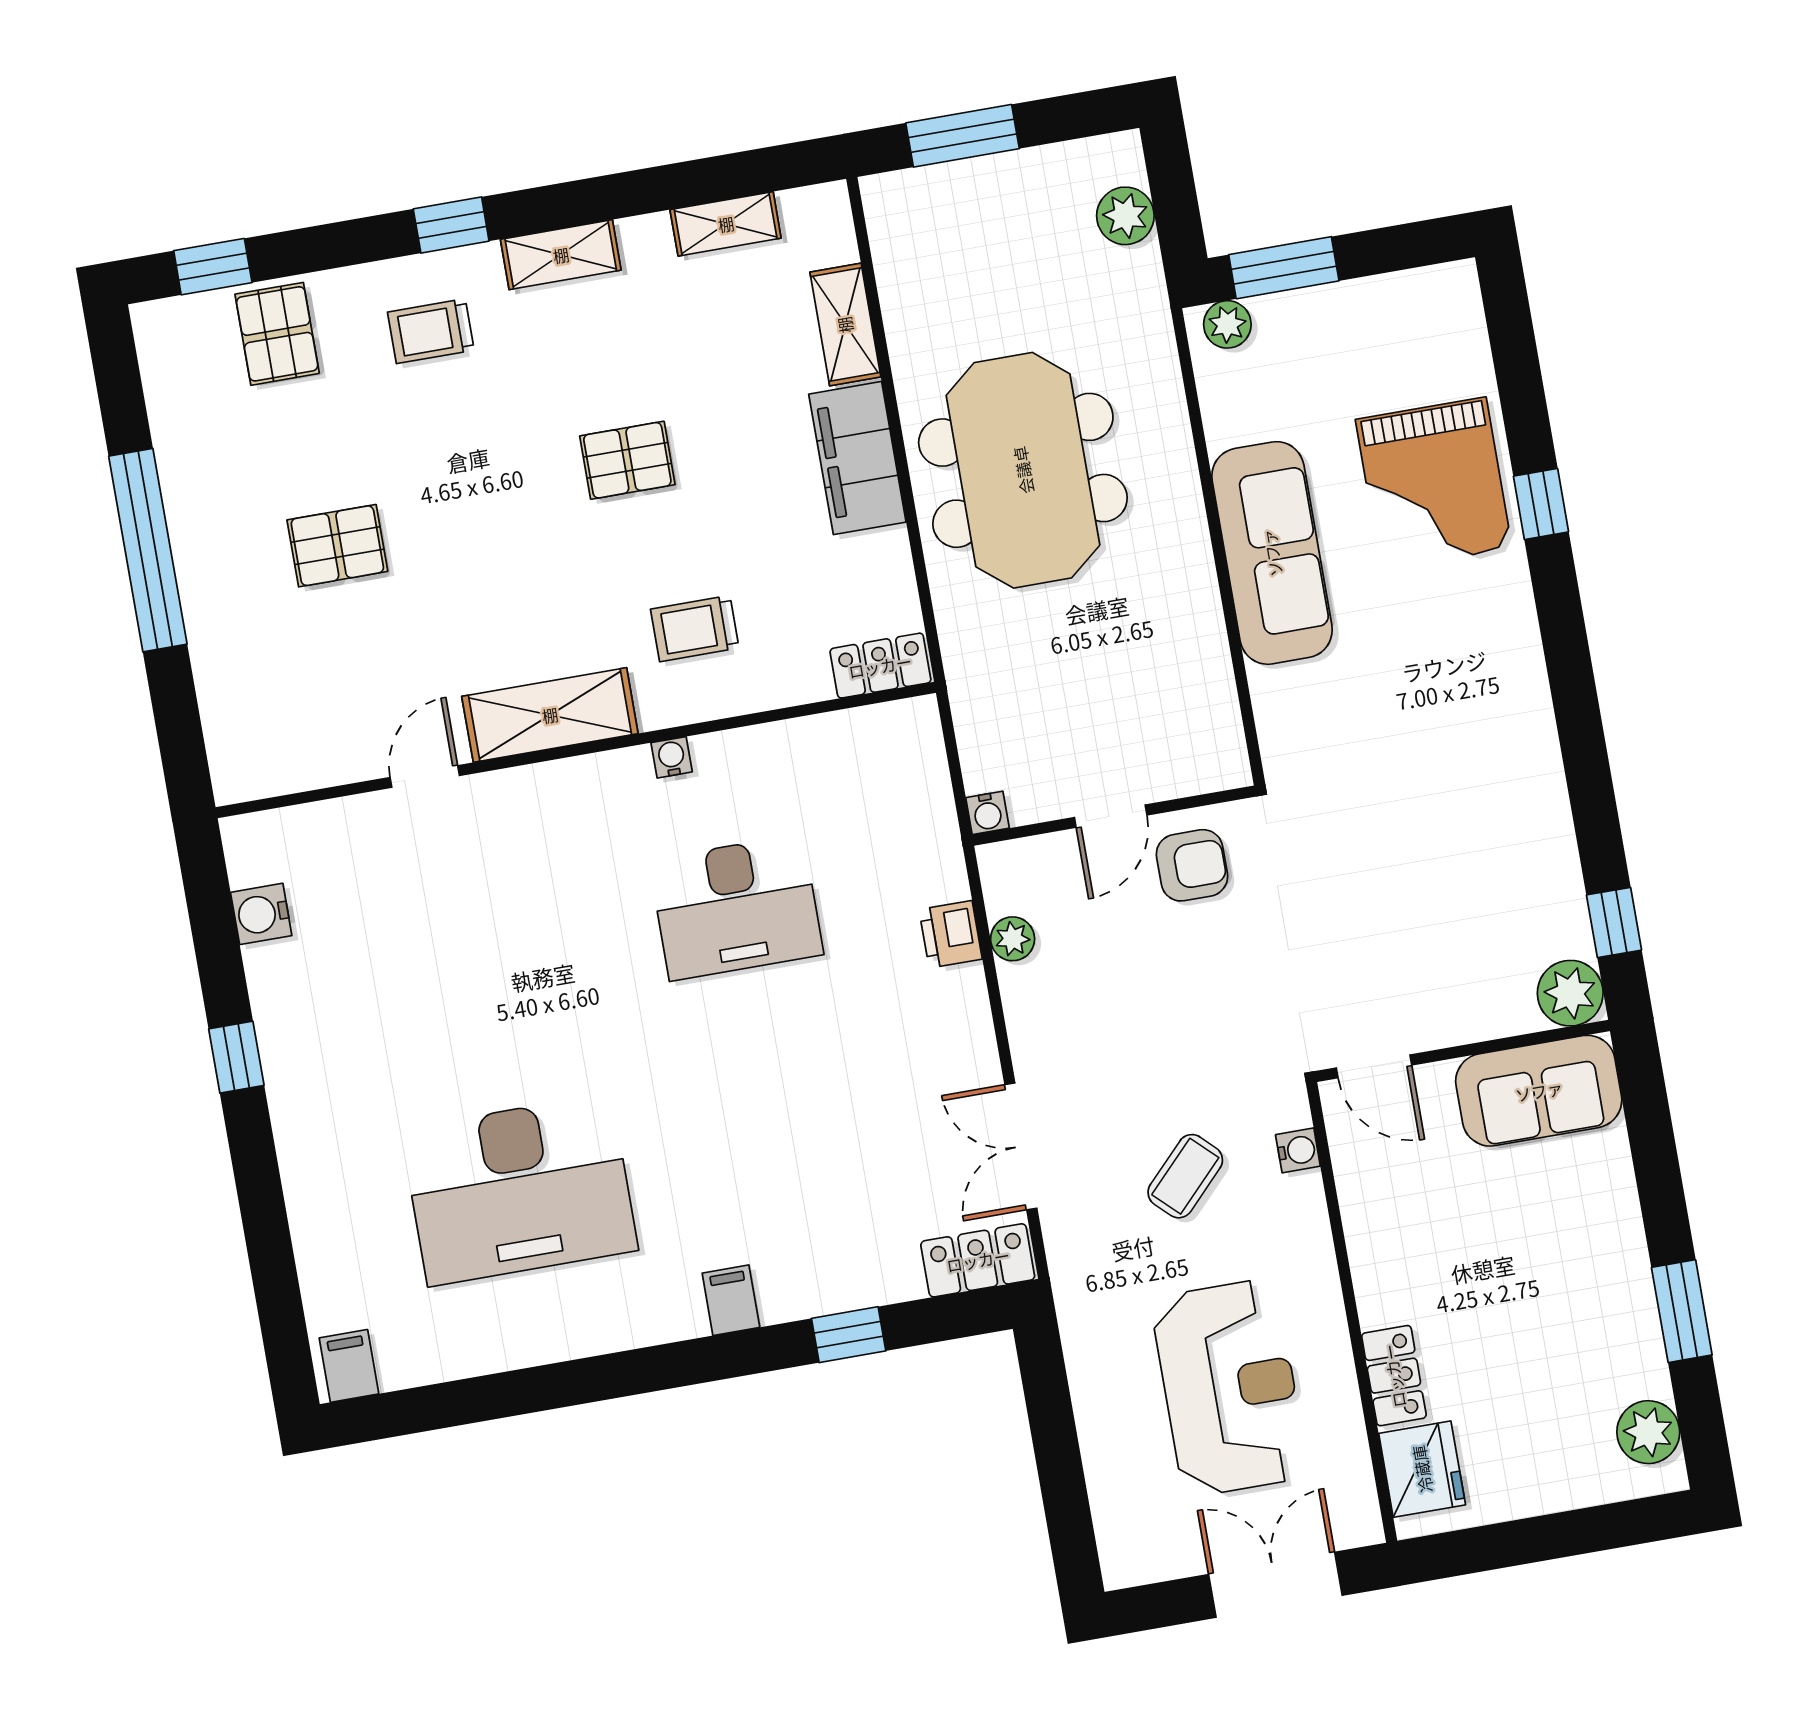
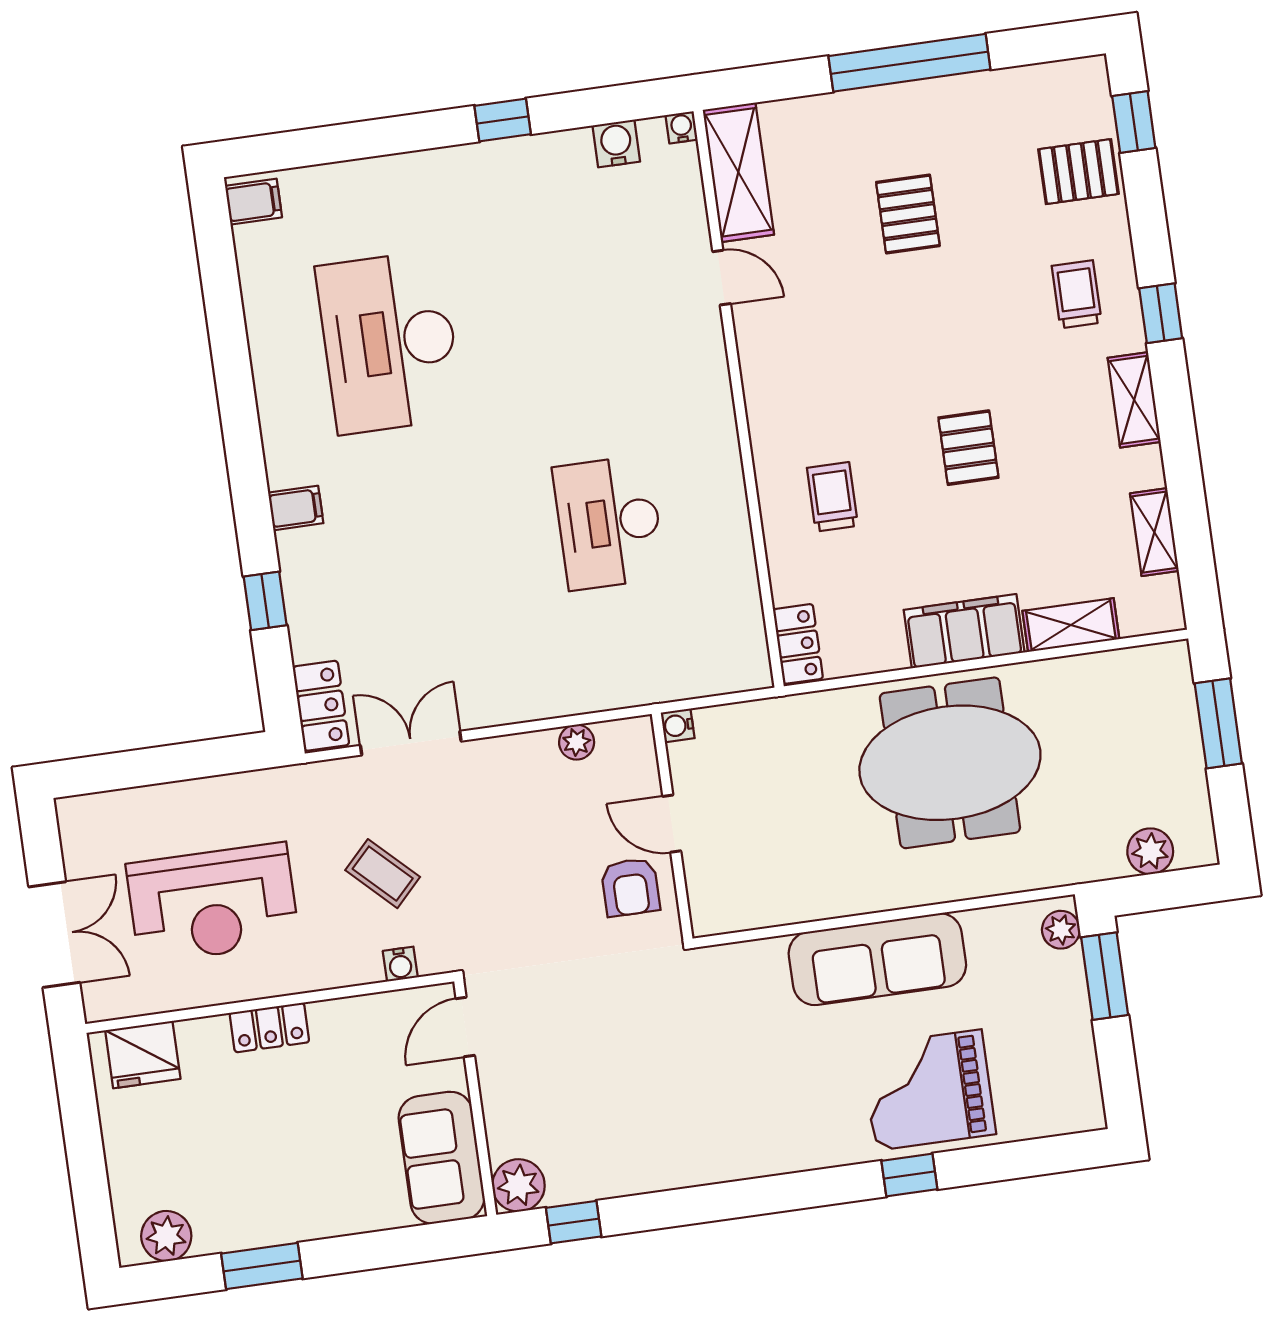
shelving: (550, 715) -> (738, 172), moved
water cooler: (672, 757) -> (681, 127), moved, turned -90
printer: (951, 934) -> (582, 693), removed
locker: (1394, 1376) -> (269, 1028), moved

